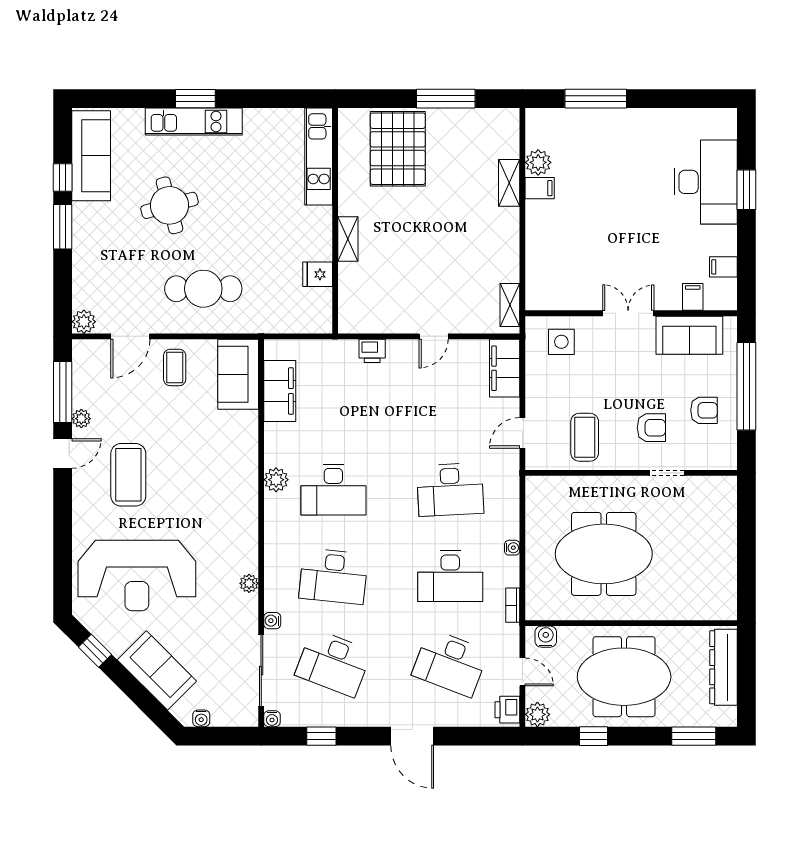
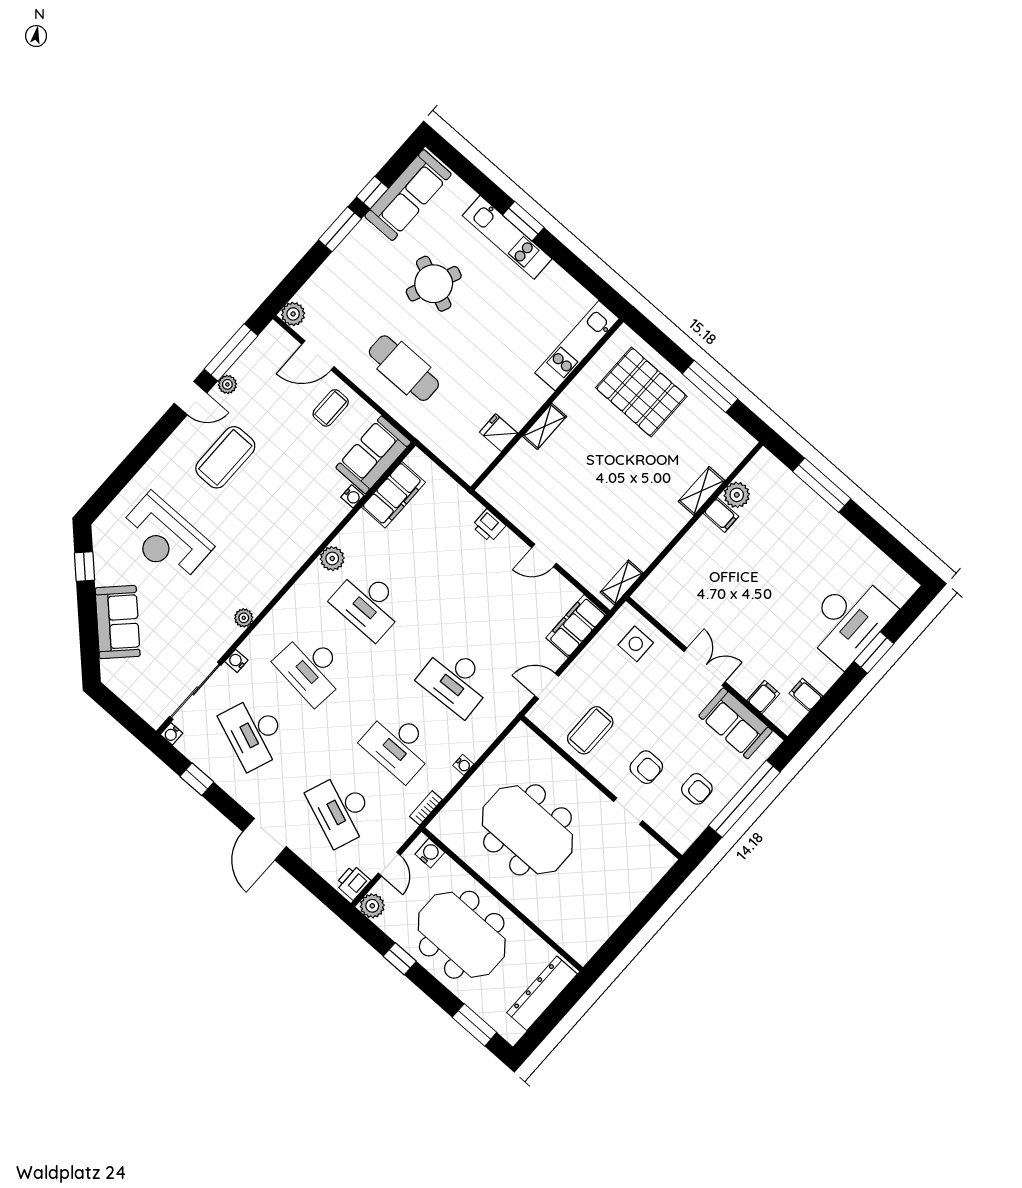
pallet: (398, 149) -> (641, 392), turned 90
round table: (169, 205) -> (434, 284), turned 38
reception desk: (137, 576) -> (165, 538), width x0.74, depth x0.77
water cooler: (201, 718) -> (352, 496), moved, turned -90

